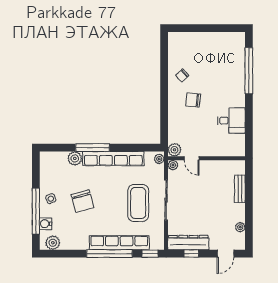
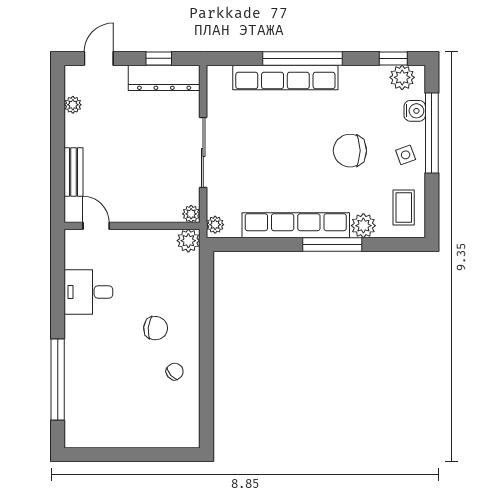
door: (192, 158) -> (96, 226), moved
chair: (82, 201) -> (350, 151), turned -75
coffee table: (138, 203) -> (404, 207), moved, width x0.54, depth x0.58
window: (150, 254) -> (393, 58), moved

